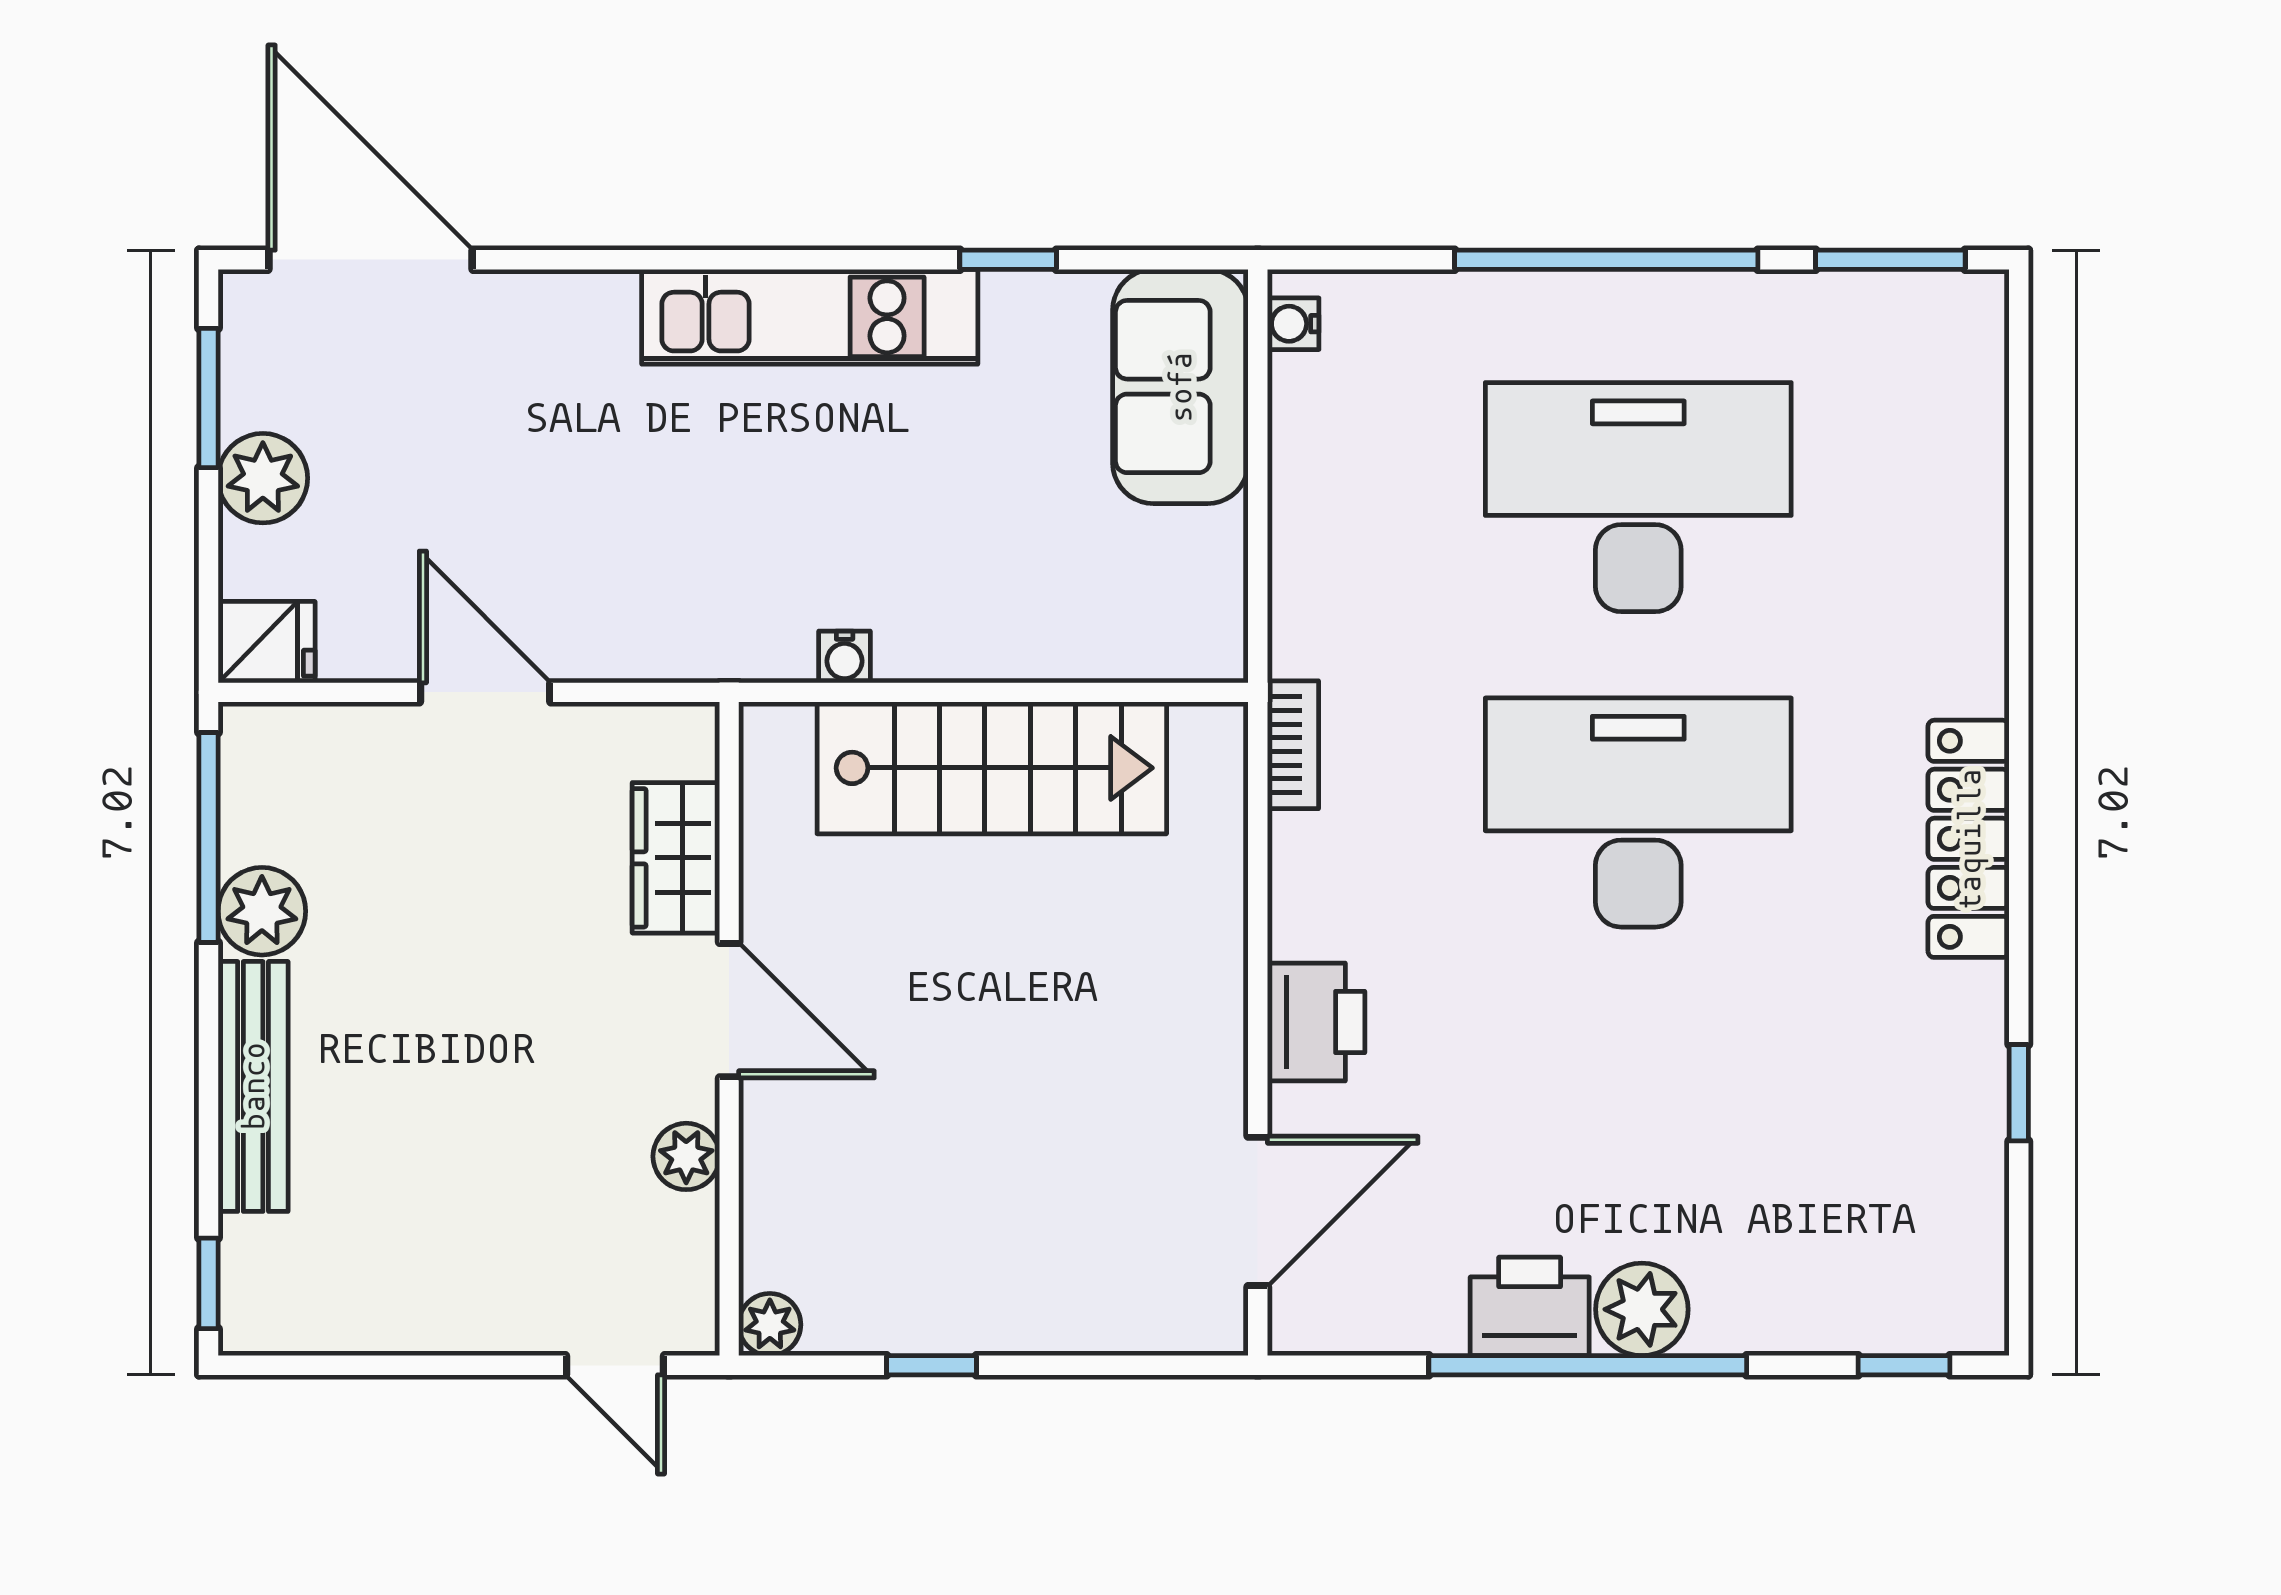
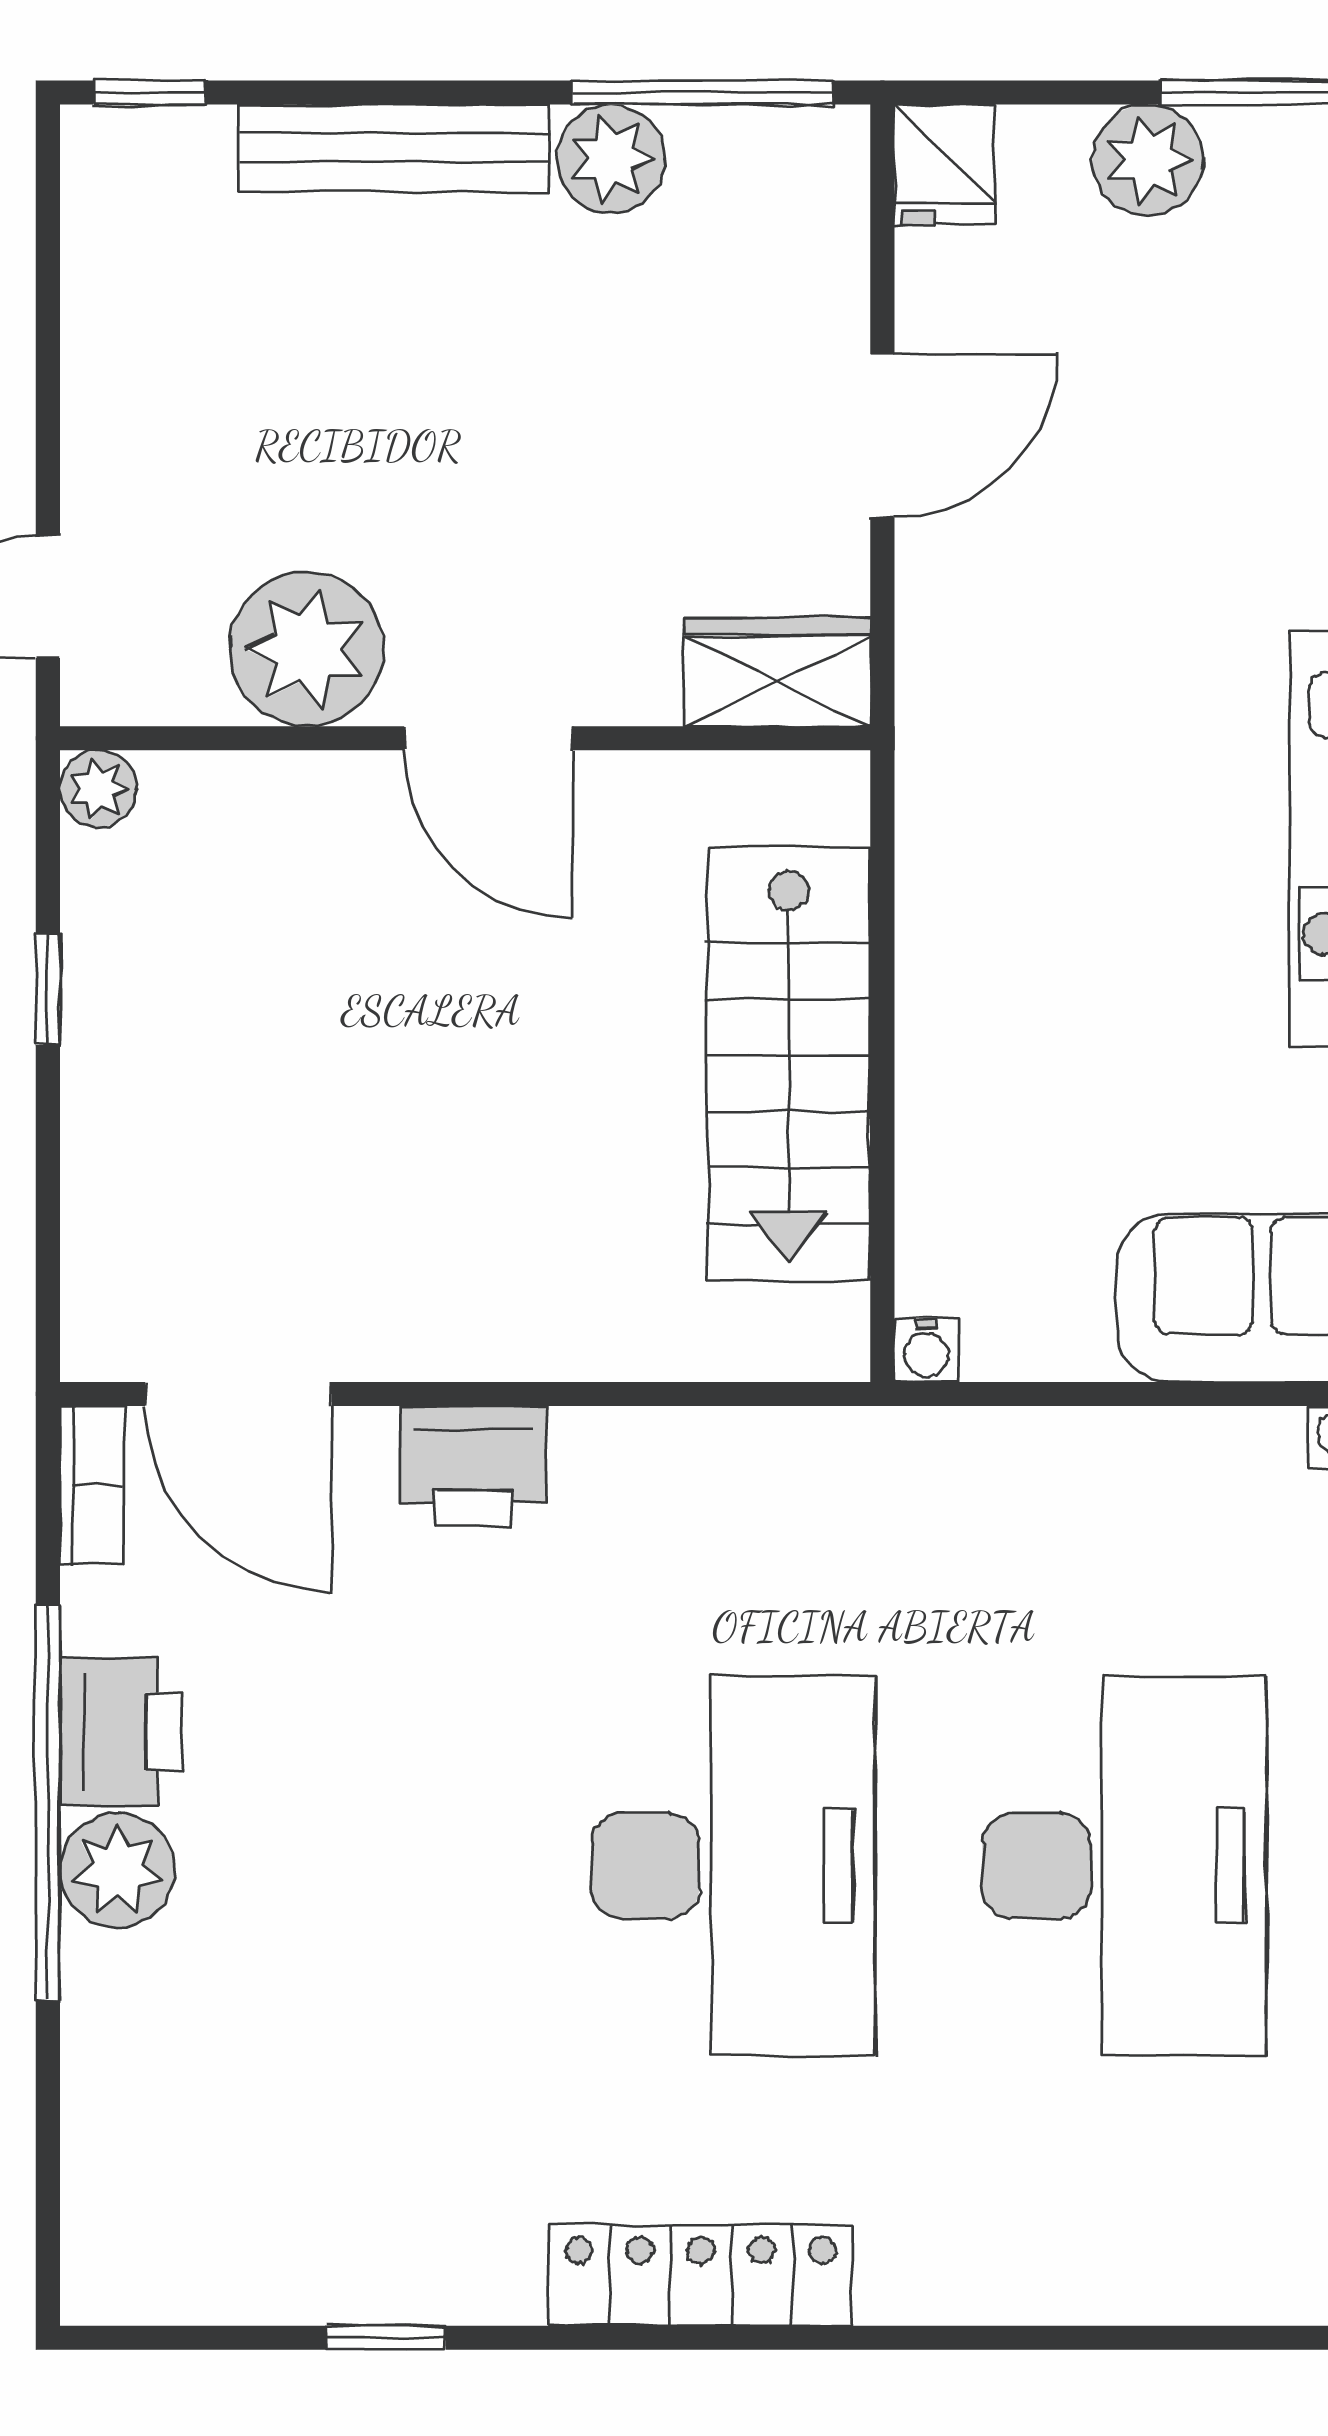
water cooler: (845, 657) -> (926, 1350), moved, turned -90
bookcase: (1293, 745) -> (92, 1485), moved, turned -90
wardrobe: (676, 858) -> (777, 672), moved
door: (729, 1010) -> (488, 738), hinge flipped
plant: (686, 1156) -> (307, 649), width x1.88, depth x1.88
window: (1904, 1365) -> (48, 2195), removed

